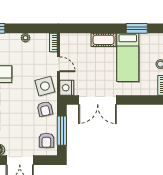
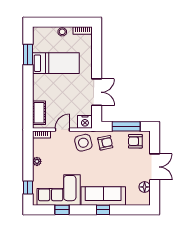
cot: (103, 40) -> (39, 113), moved
double door: (98, 100) -> (97, 92), width x0.73
armchair: (46, 140) -> (135, 141), turned 180

